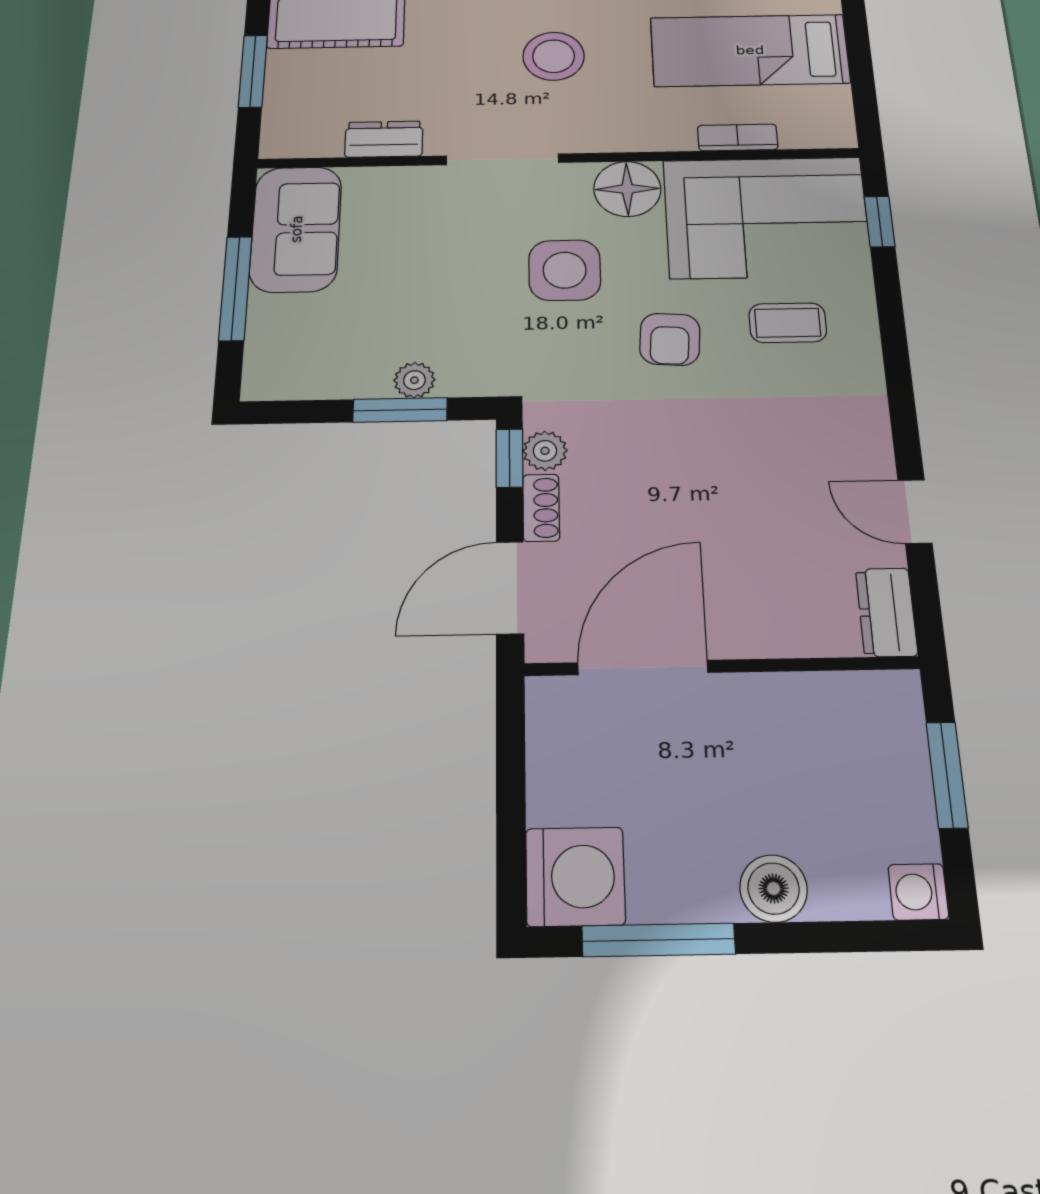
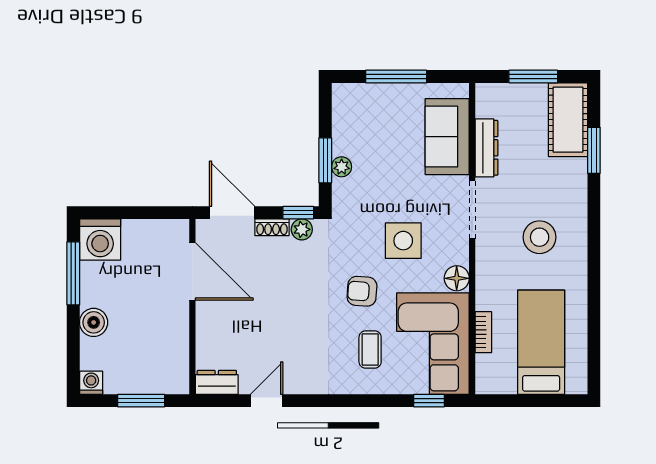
dresser: (384, 139) -> (487, 148), width x1.44
floor lamp: (627, 189) -> (457, 278), width x0.73, depth x0.73
sofa: (296, 229) -> (447, 137), moved, turned 90

